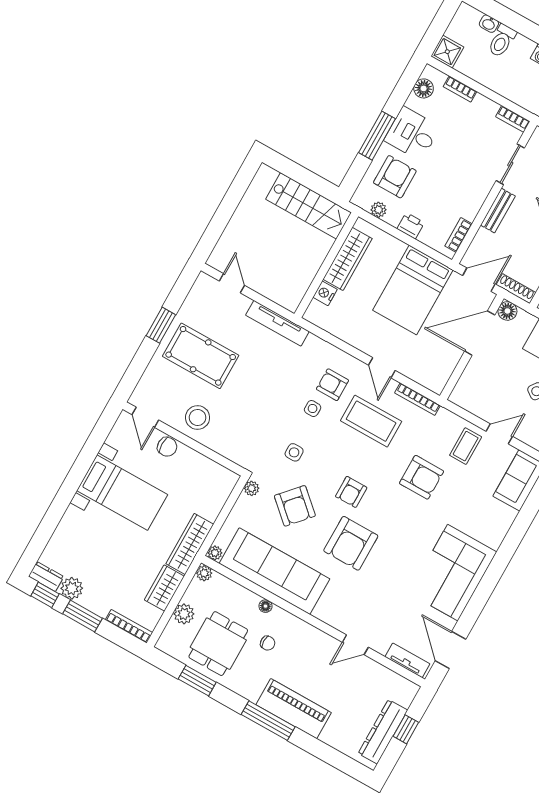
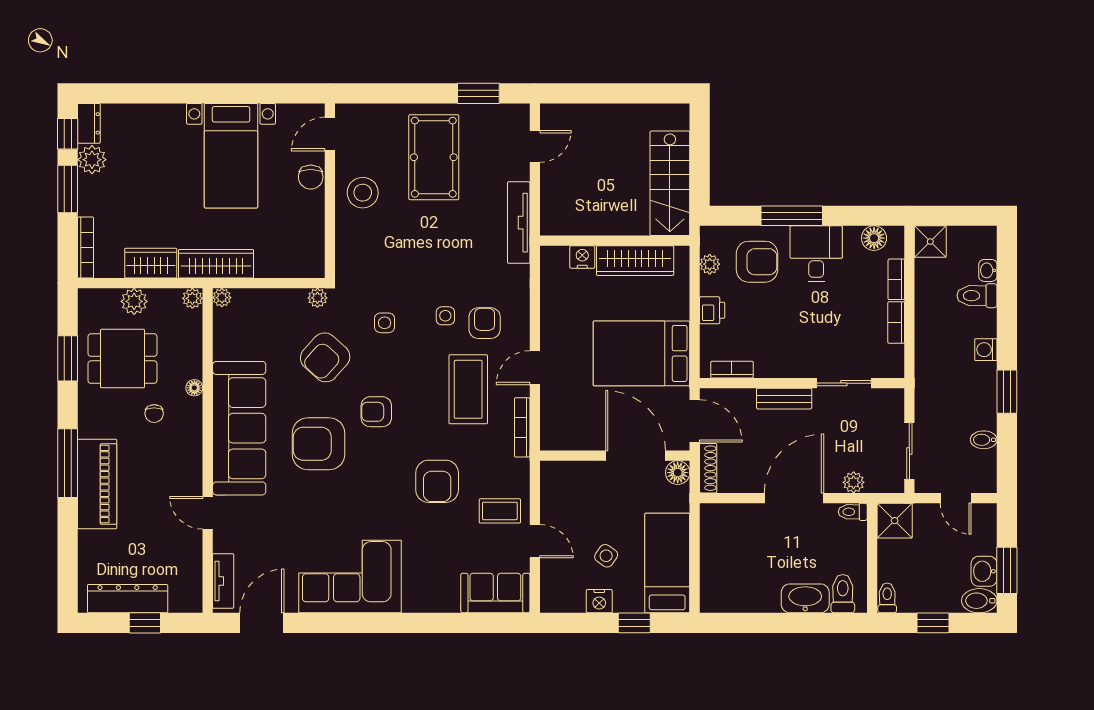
bookcase: (513, 119) -> (896, 322), moved
window: (161, 325) -> (478, 93), moved
sofa: (274, 571) -> (239, 428), moved

